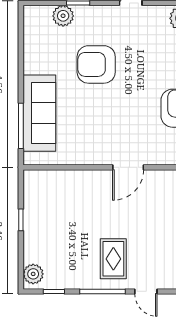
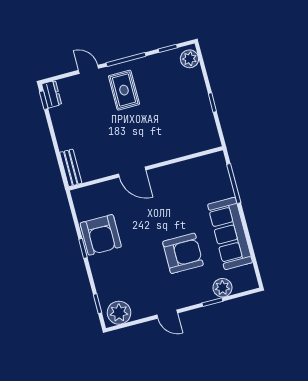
sofa: (39, 113) -> (230, 233), moved
door: (128, 167) -> (132, 172), swing flipped

